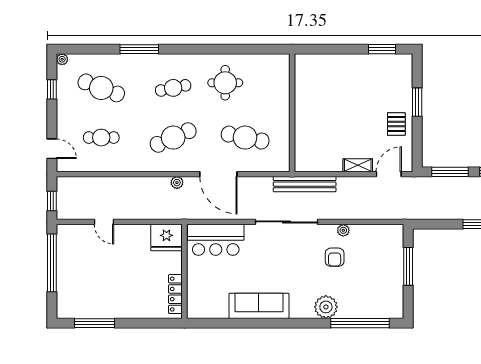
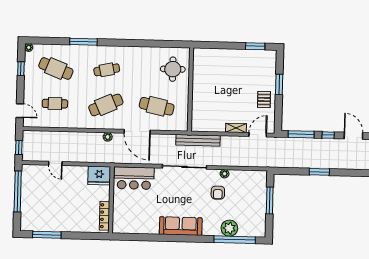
round table: (225, 83) -> (173, 69), moved
sofa: (259, 306) -> (181, 226), moved
plant: (326, 307) -> (229, 228), moved

